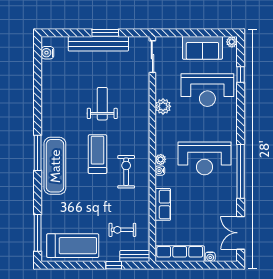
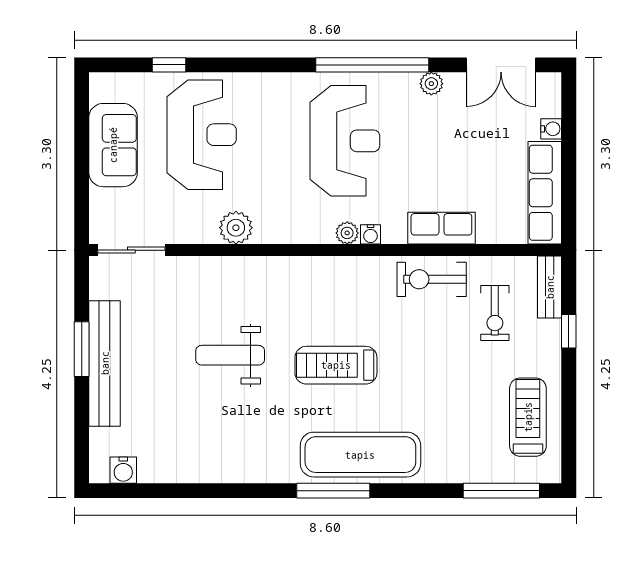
plant: (232, 42) -> (431, 84), moved
exercise bike: (126, 172) -> (432, 279), moved
treadmill: (73, 246) -> (528, 417), width x0.73, depth x0.73

